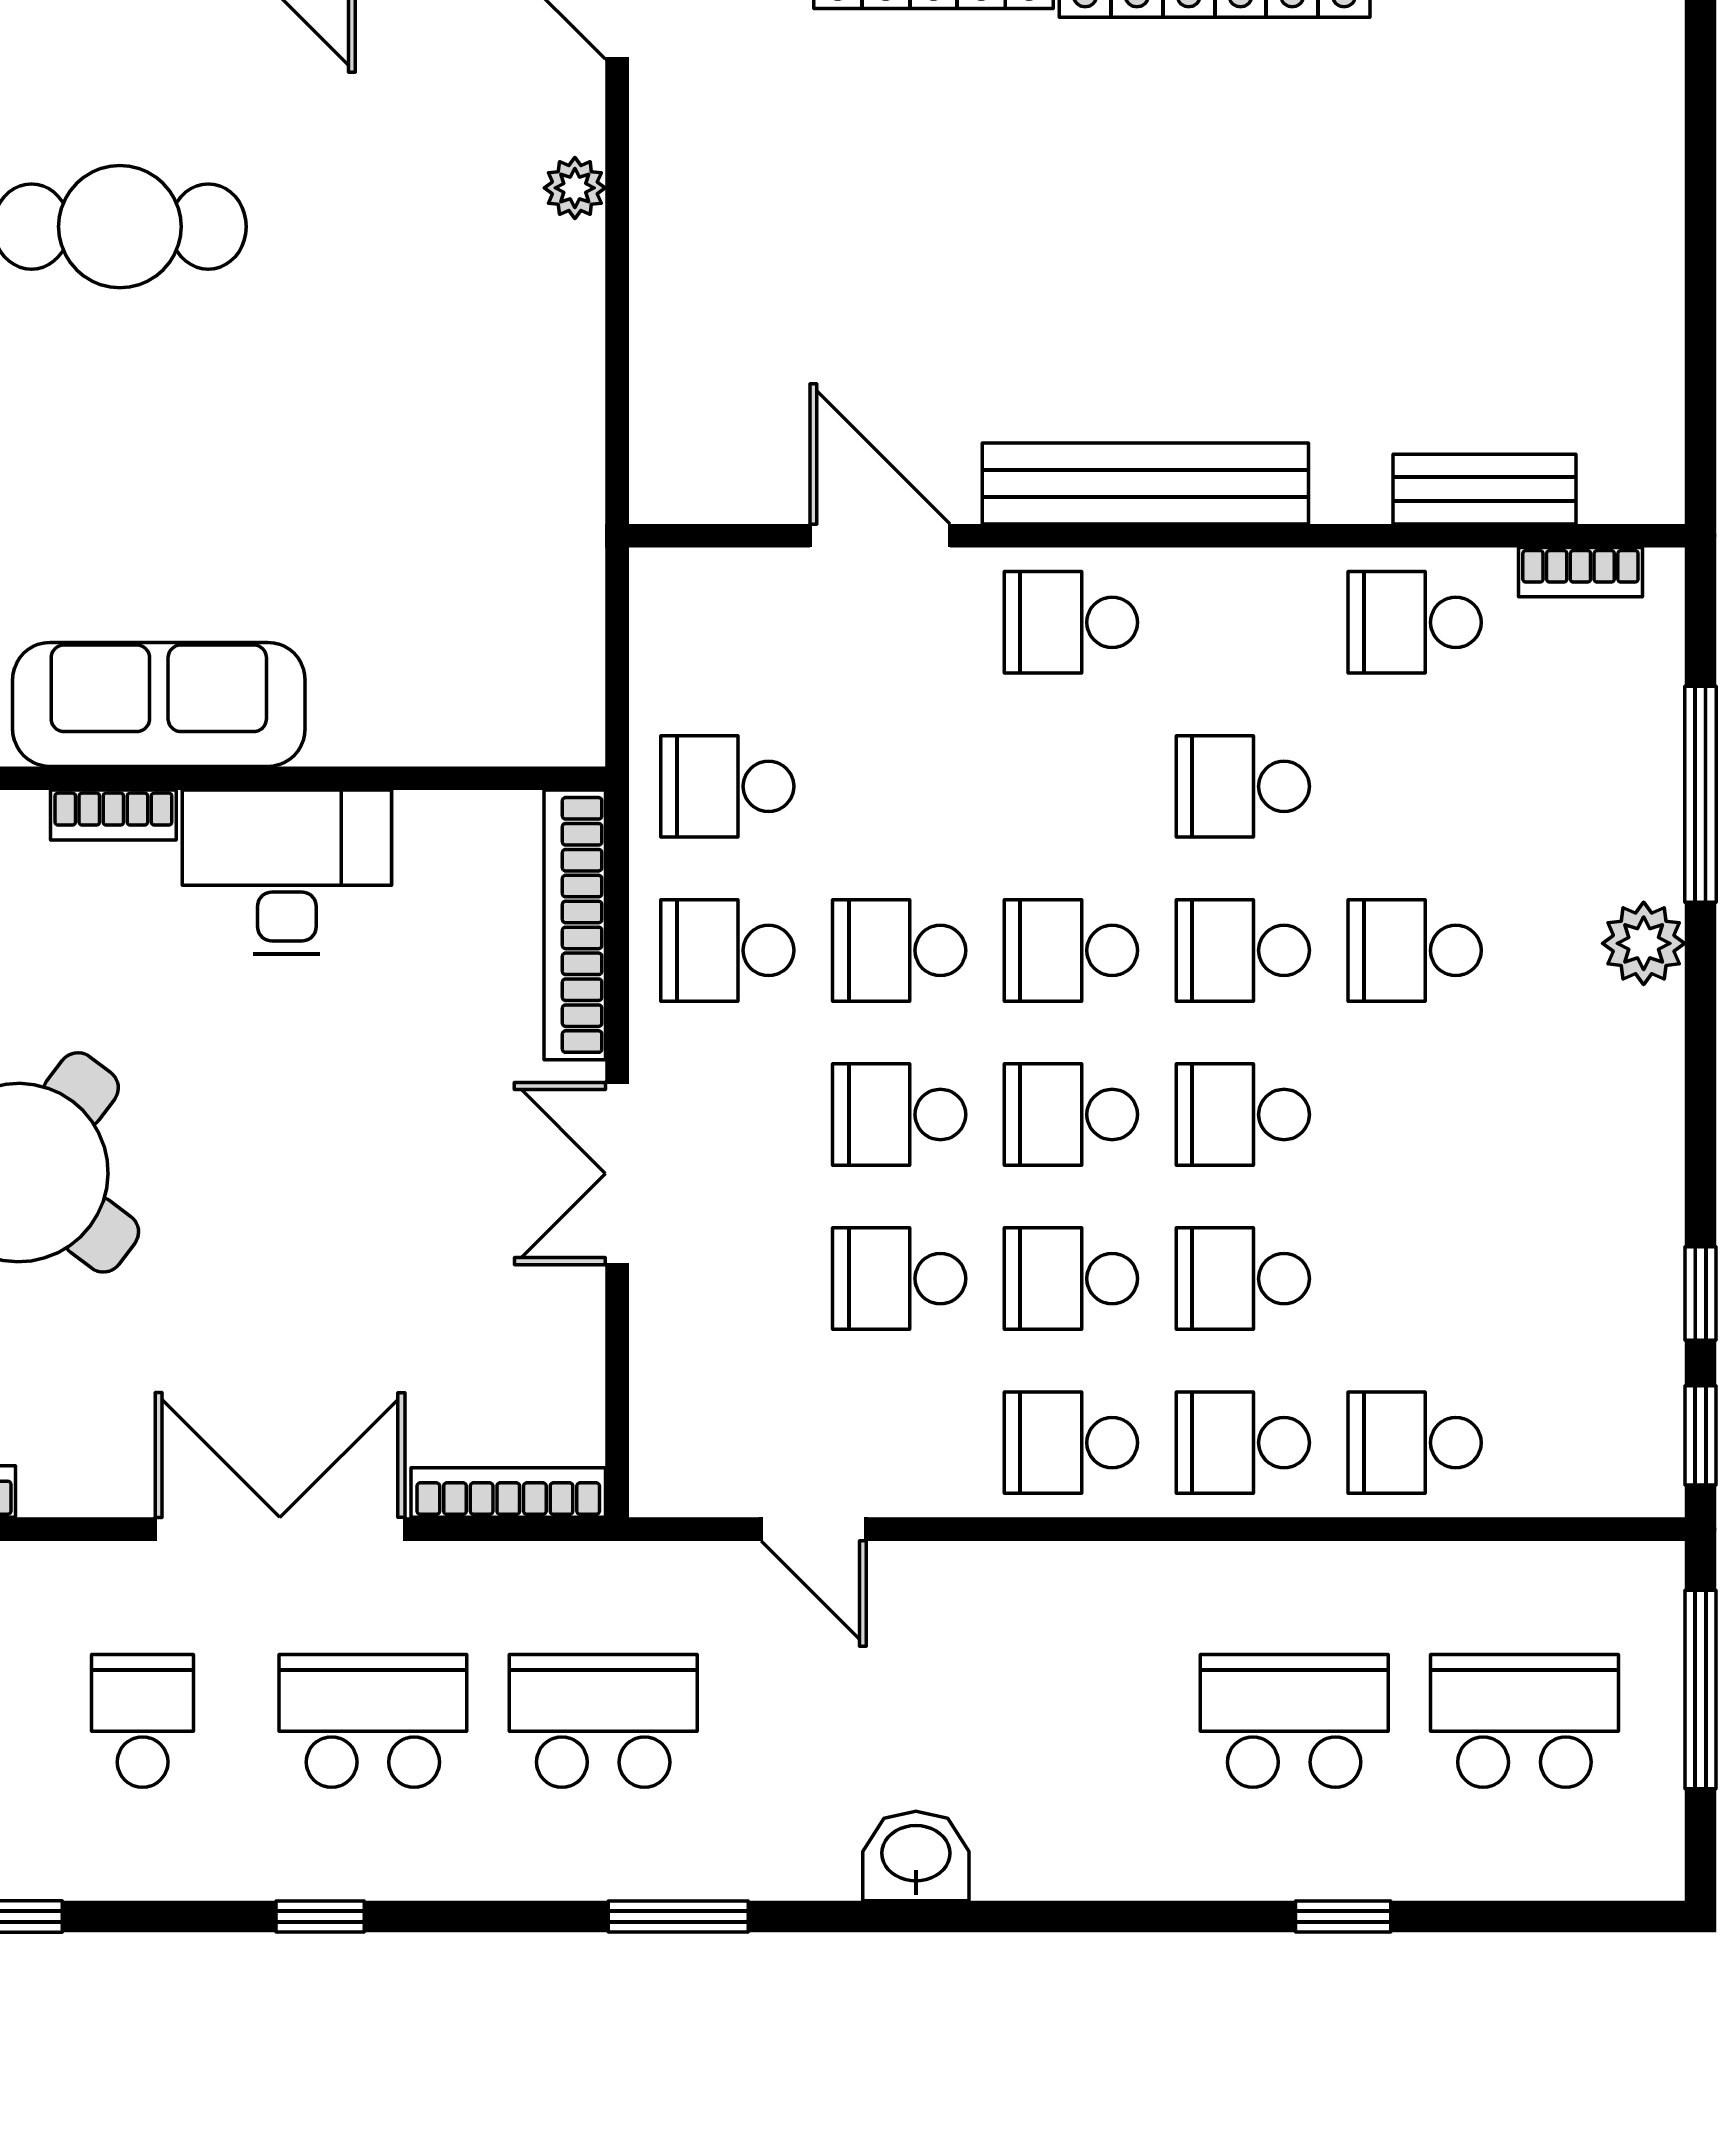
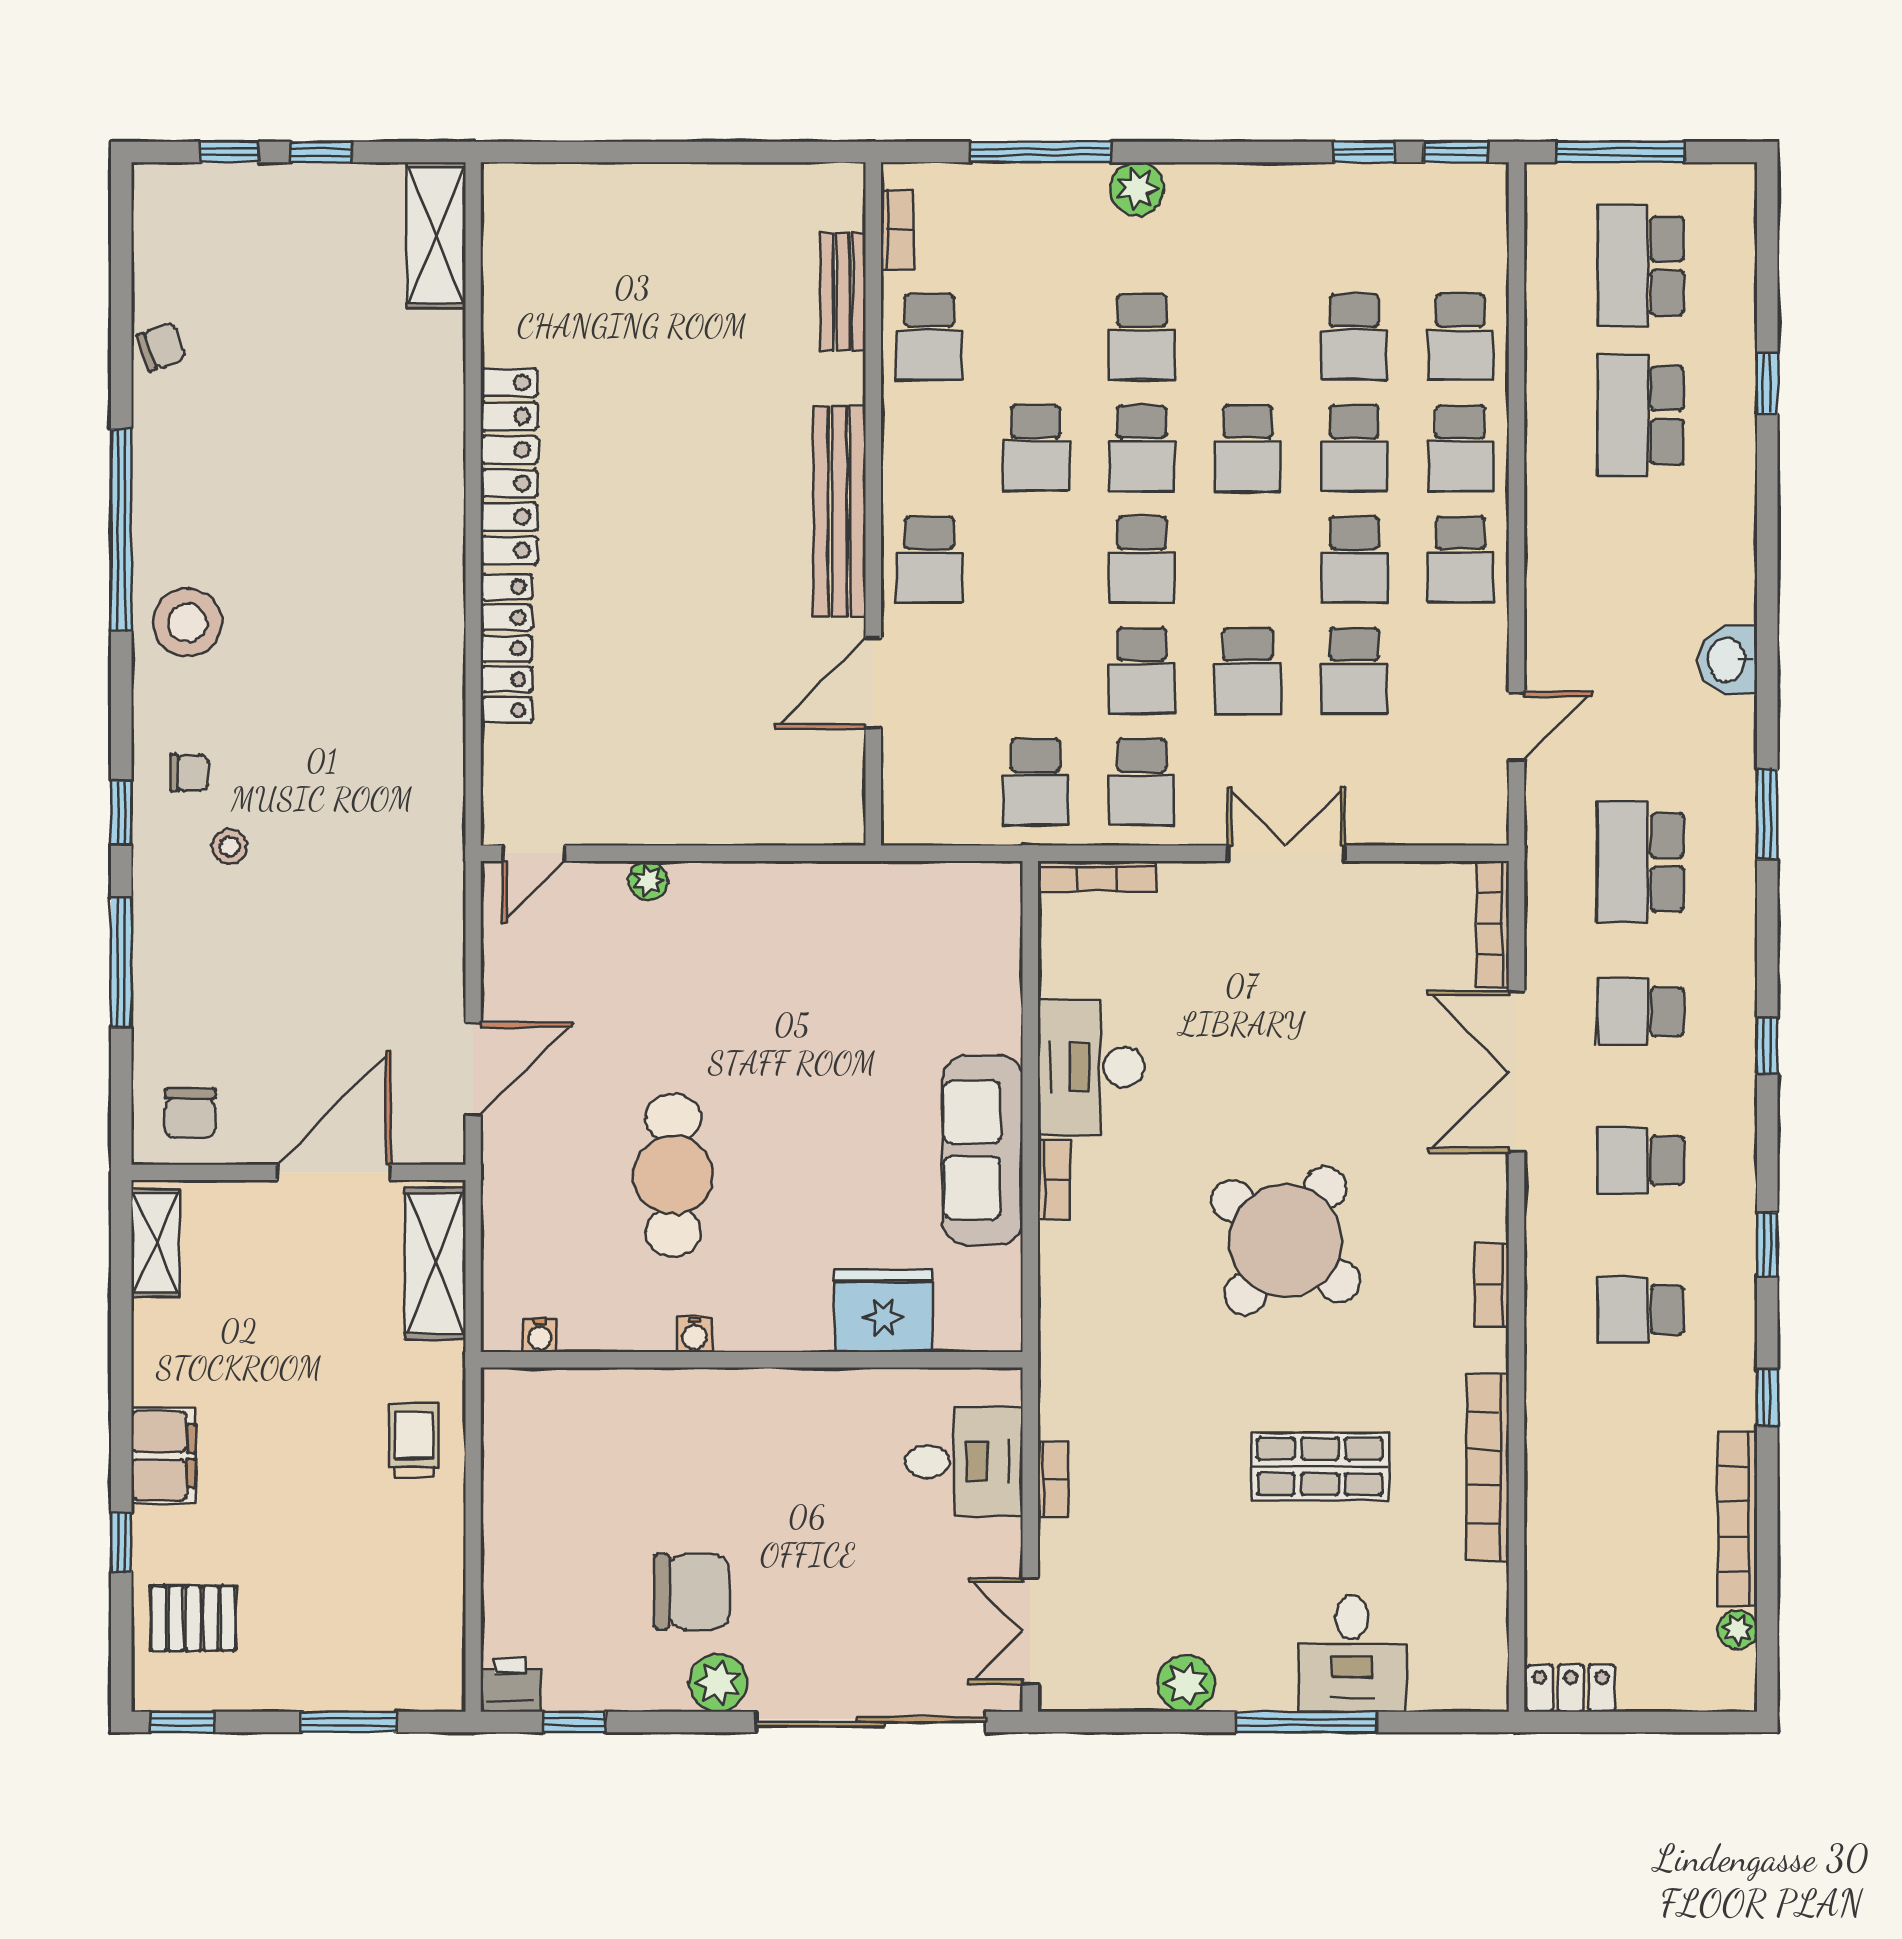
bookcase: (575, 925) -> (1097, 876), width x0.68, depth x0.76
school desk: (1071, 1115) -> (1354, 337), moved
double door: (617, 1174) -> (1286, 853), swing flipped
school desk: (373, 1721) -> (1641, 1011), width x0.54

